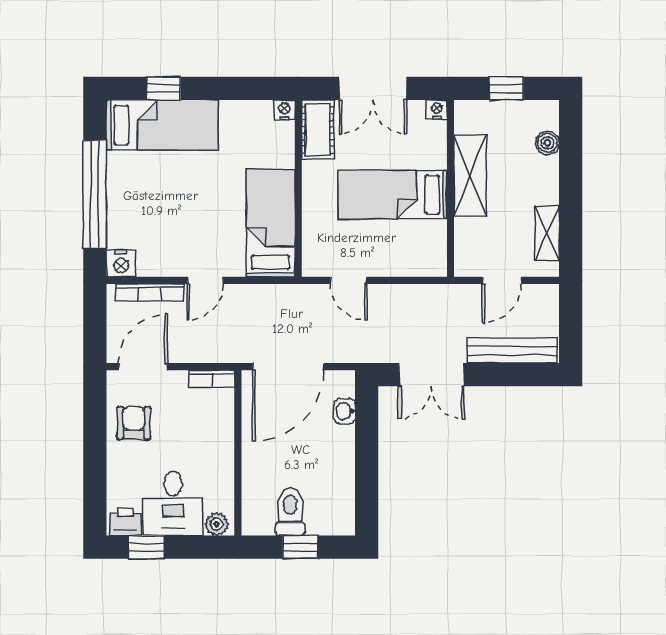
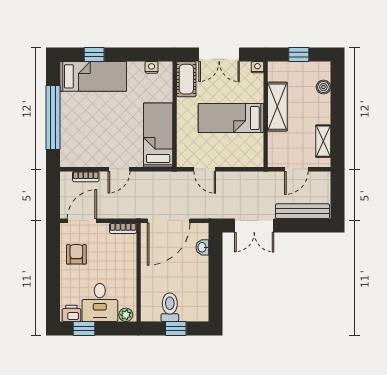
nightstand: (284, 110) -> (152, 67), moved
nightstand: (121, 263) -> (69, 159), removed
bookcase: (150, 293) -> (86, 177), width x0.64

